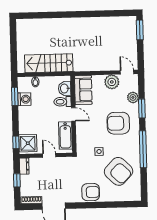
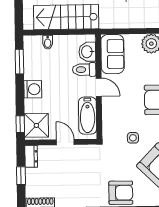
washing machine: (24, 99) -> (33, 89), moved

